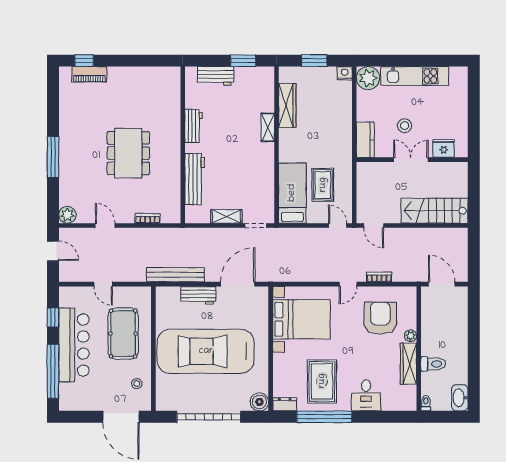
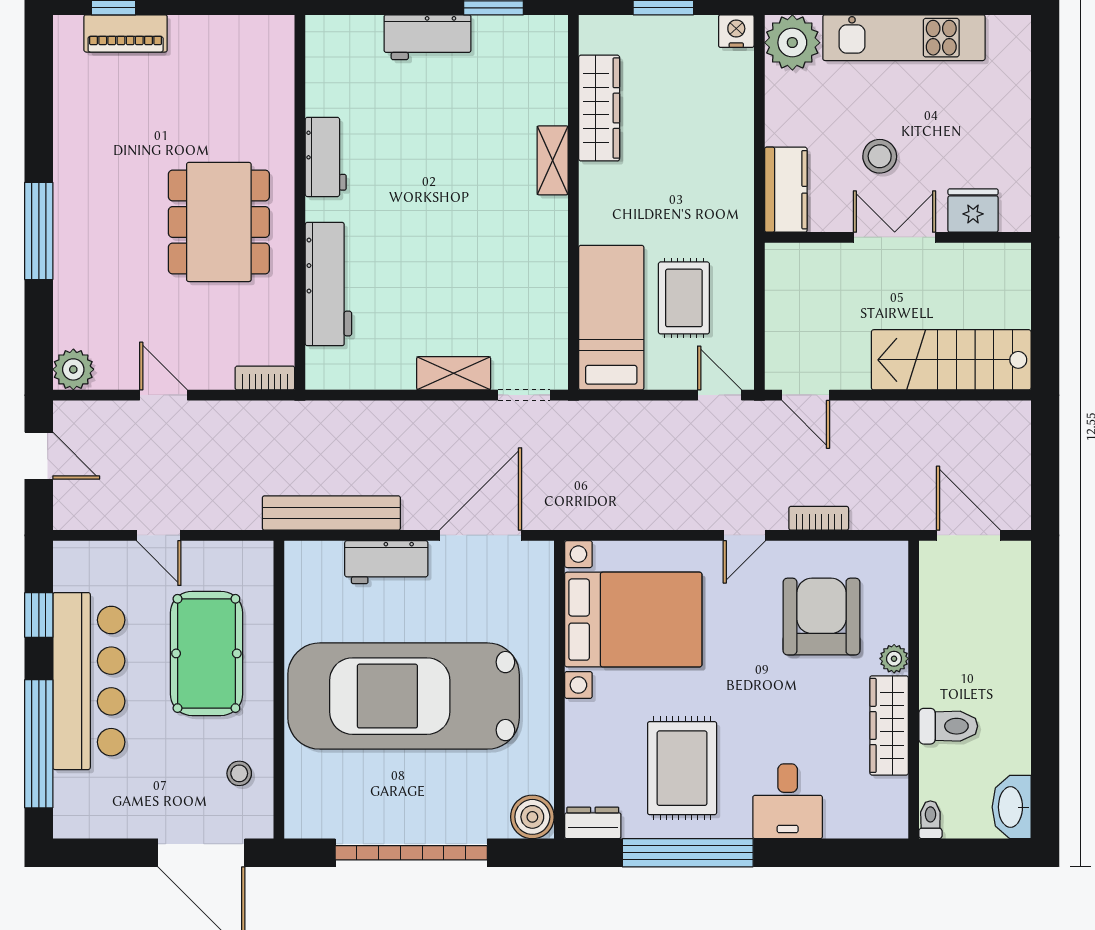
workbench: (193, 126) -> (326, 157), moved
wall: (183, 145) -> (300, 202), moved
workbench: (195, 179) -> (328, 284), moved

